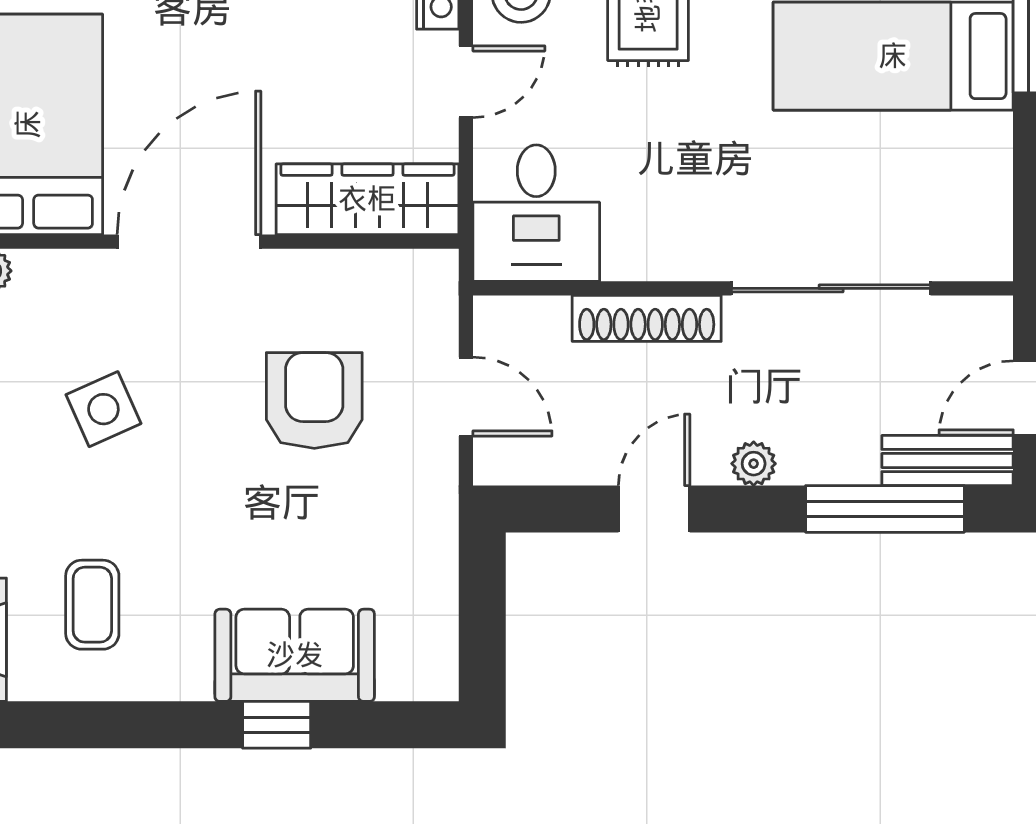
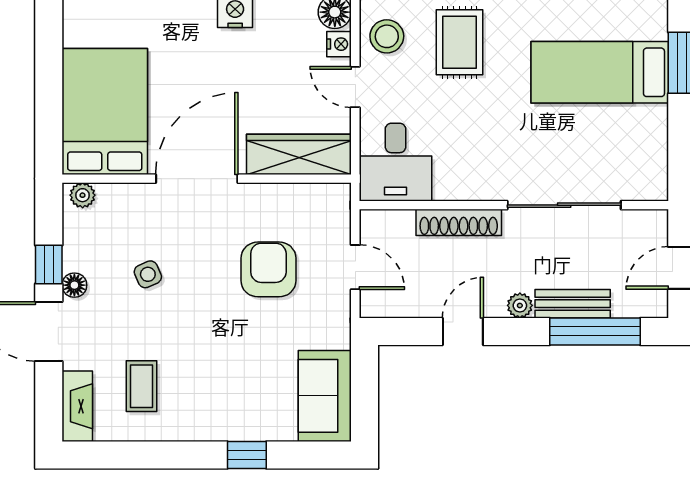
door: (466, 82) -> (355, 87), swing flipped
side table: (103, 409) -> (148, 274), width x0.73, depth x0.73
bench: (948, 461) -> (573, 304), moved
sofa: (295, 655) -> (325, 396), moved, turned -90

